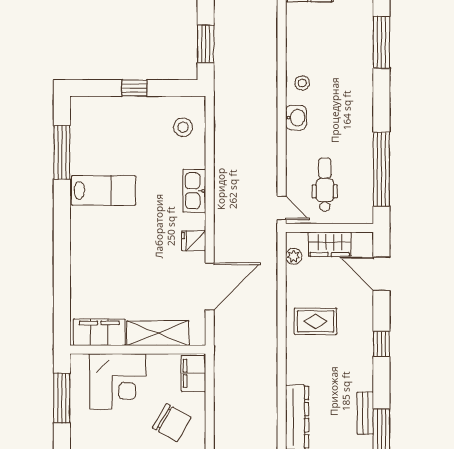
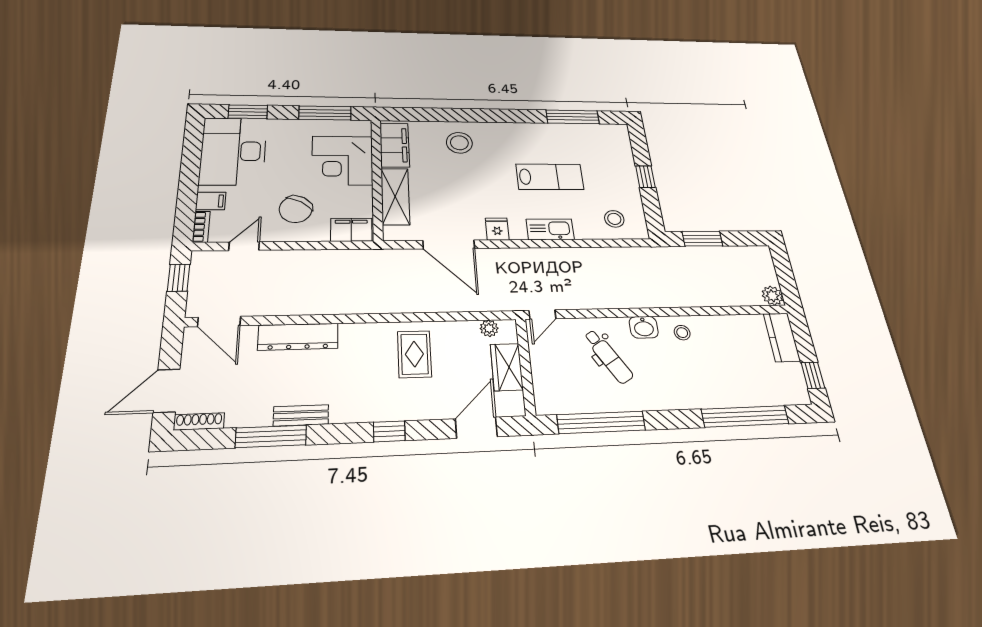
window: (381, 42) -> (745, 416), width x1.46
dental chair: (325, 185) -> (608, 356), moved, turned 58
lab bench: (104, 190) -> (550, 177), moved, turned -90
stool: (96, 270) -> (459, 143), added

